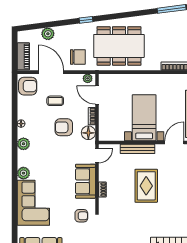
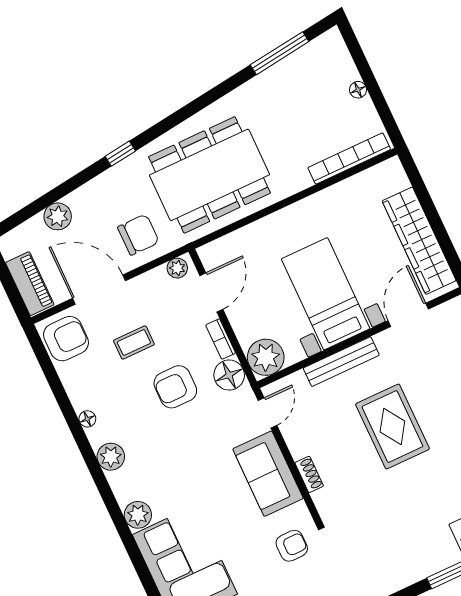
door: (97, 95) -> (211, 292), swing flipped
plant: (107, 132) -> (266, 357), added

